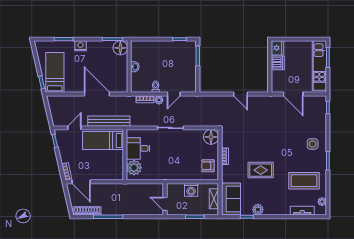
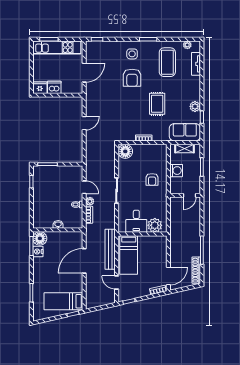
nightstand: (80, 46) -> (38, 251), moved
armchair: (288, 144) -> (132, 78), added
armchair: (208, 166) -> (152, 179), moved

